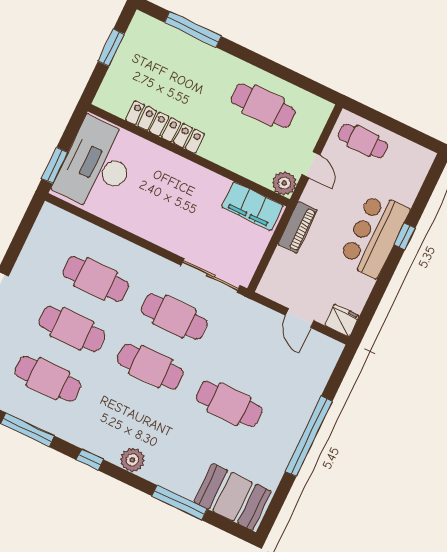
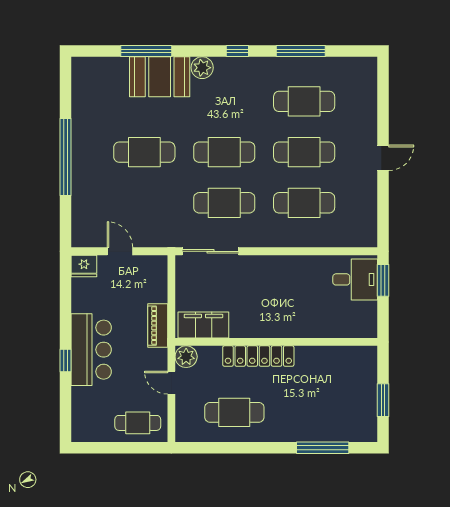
locker: (165, 127) -> (258, 356), moved
desk: (97, 165) -> (355, 279), width x0.53, depth x0.77
booth: (233, 497) -> (160, 77), moved

